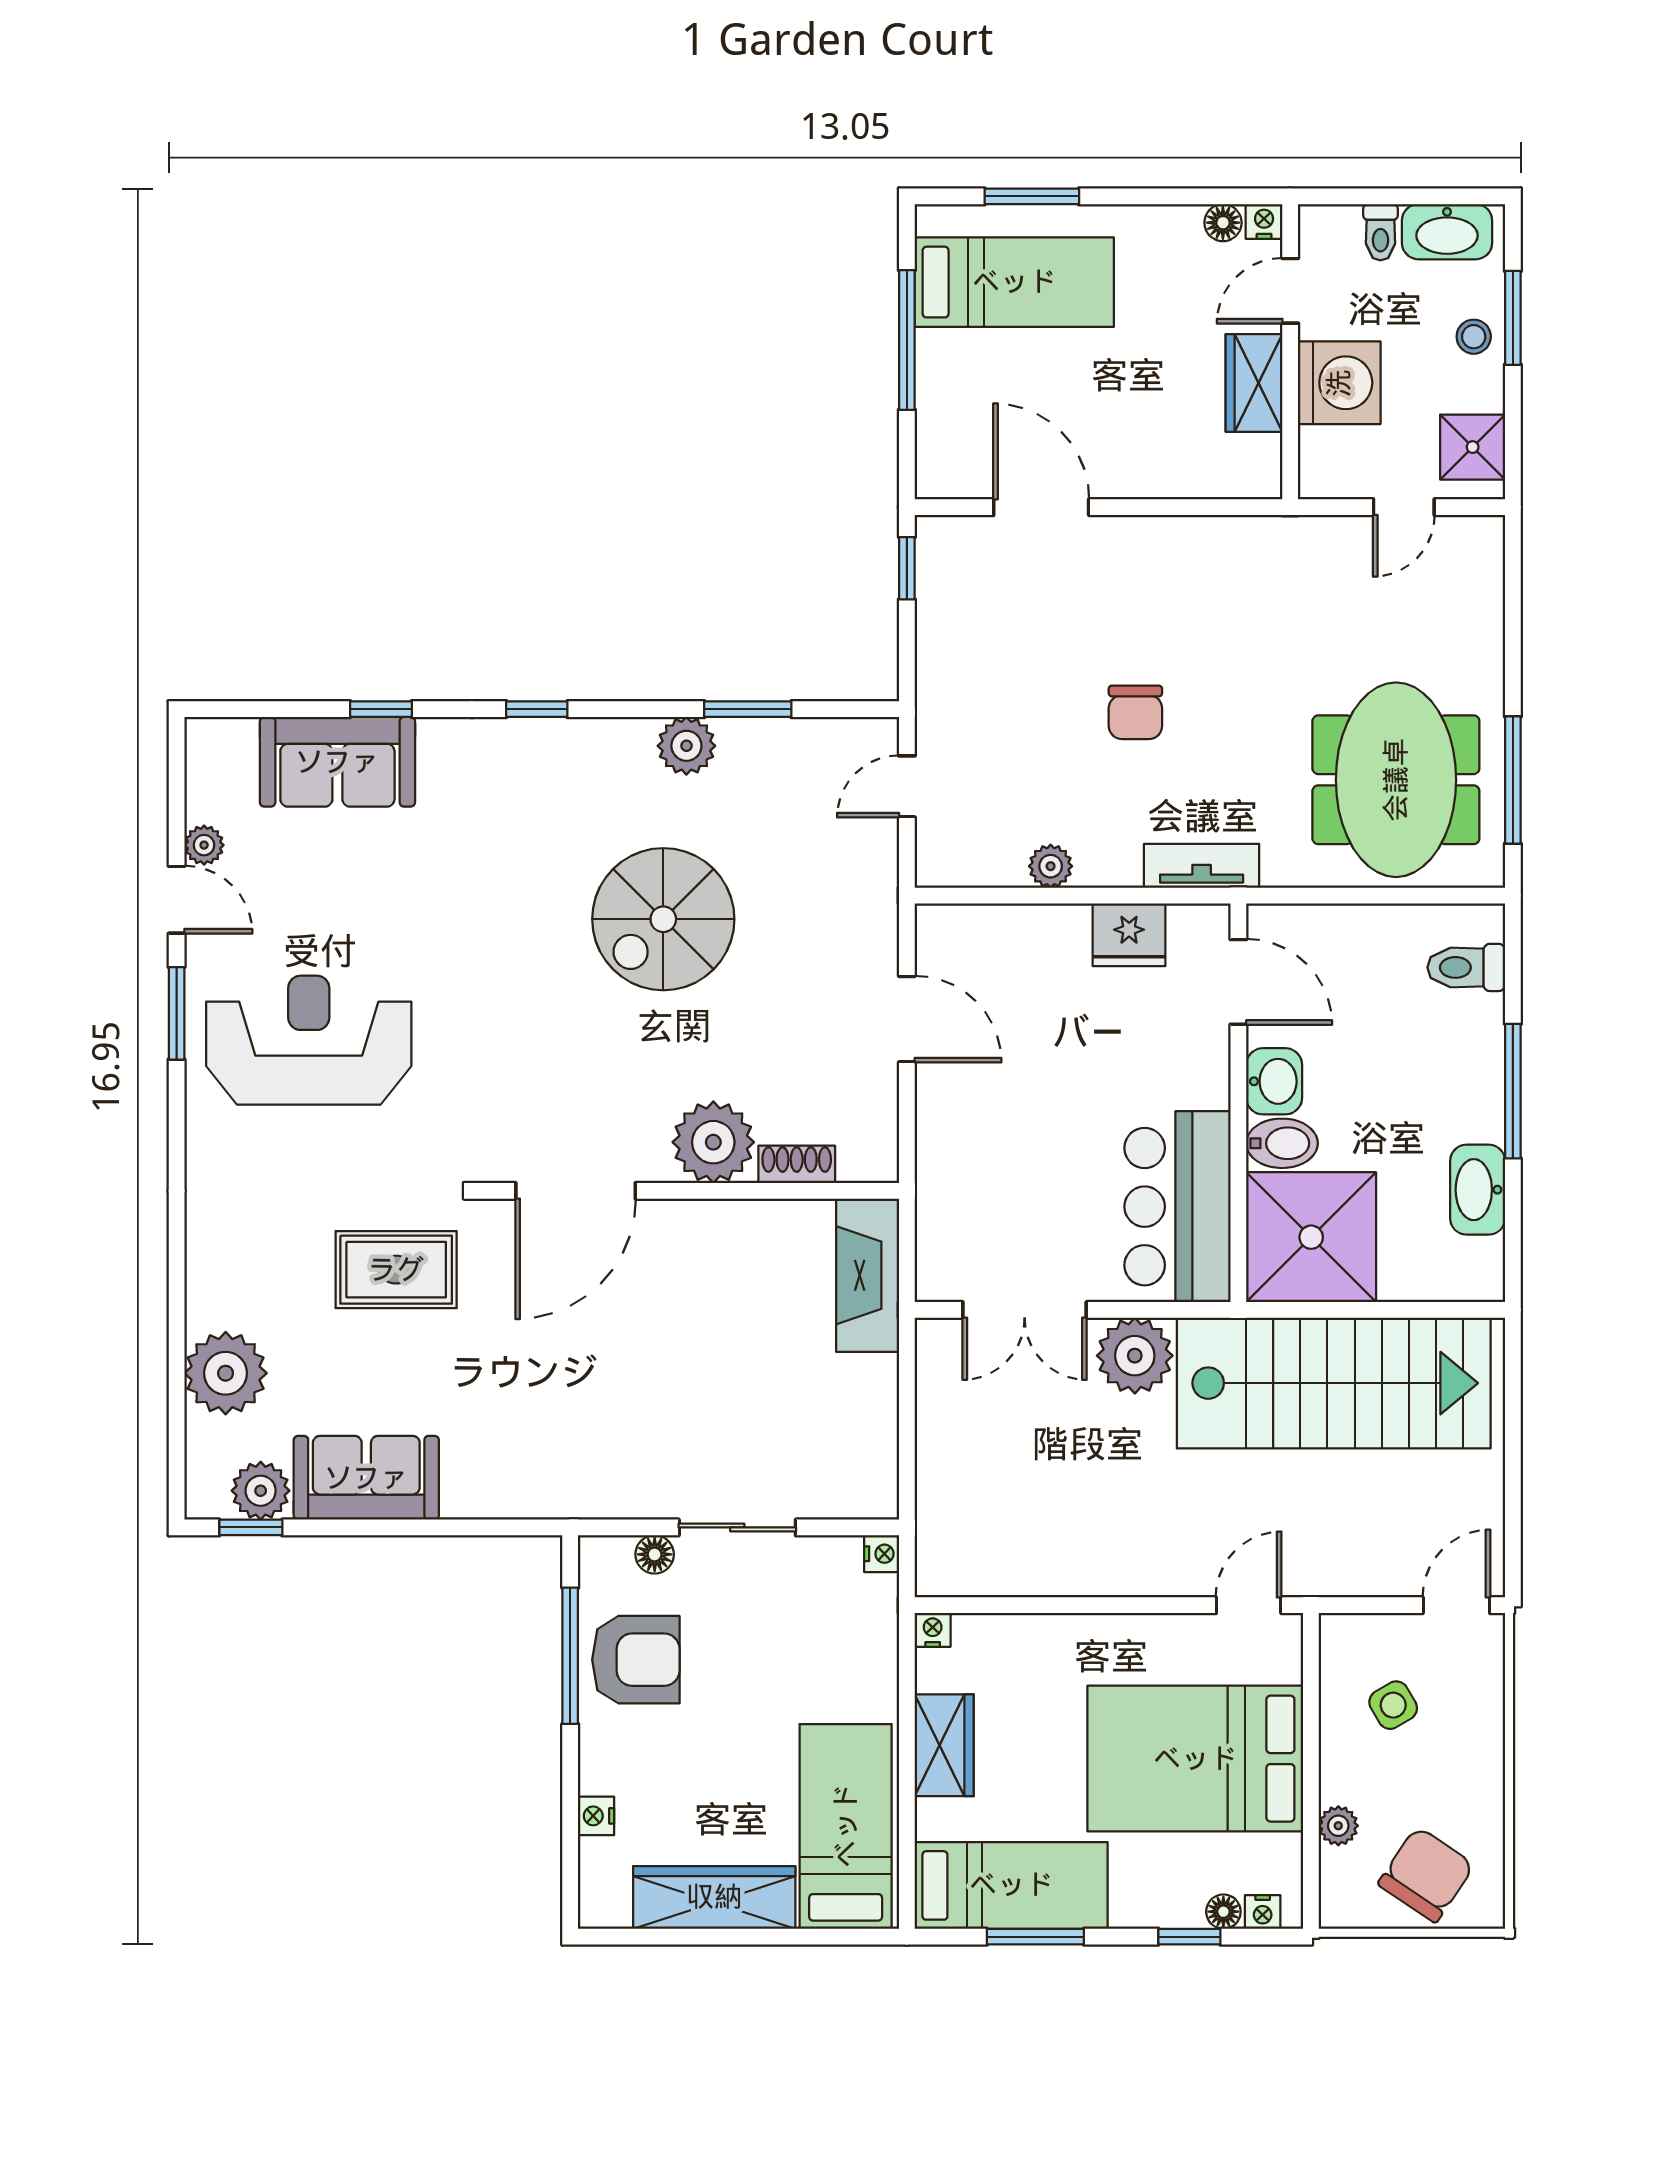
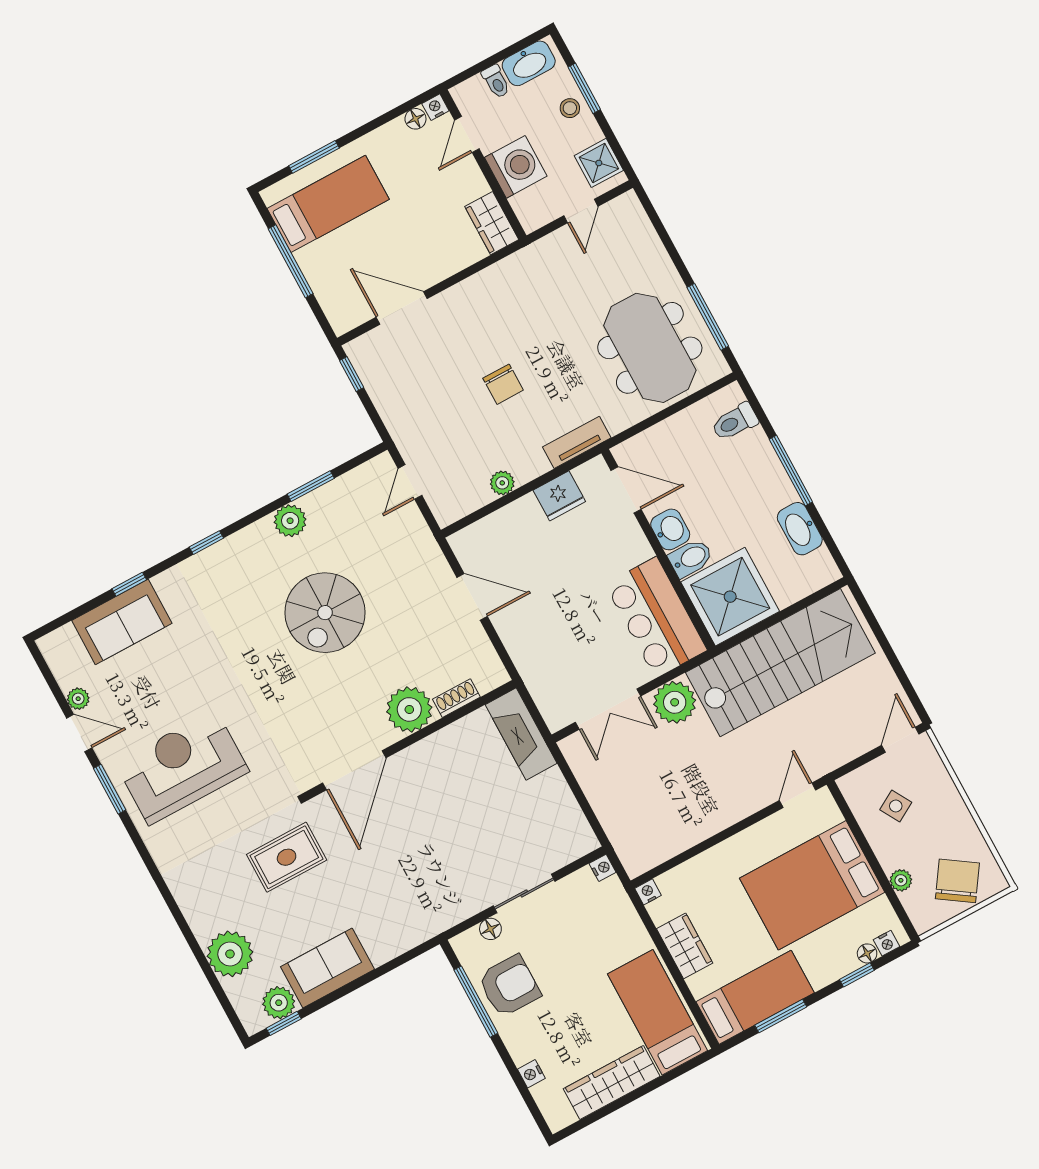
wardrobe: (1254, 383) -> (492, 223), moved

